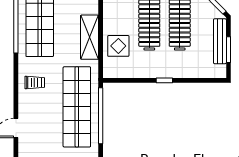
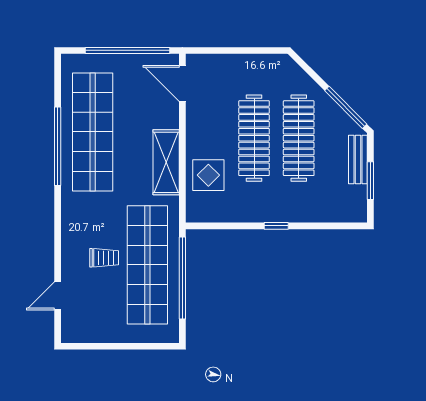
bench: (220, 41) -> (358, 159), width x0.73
trolley: (35, 82) -> (104, 258), moved

